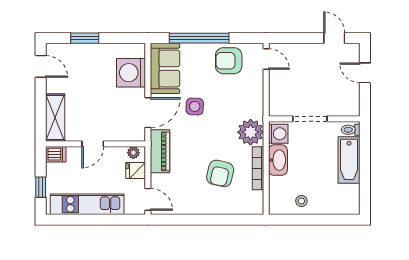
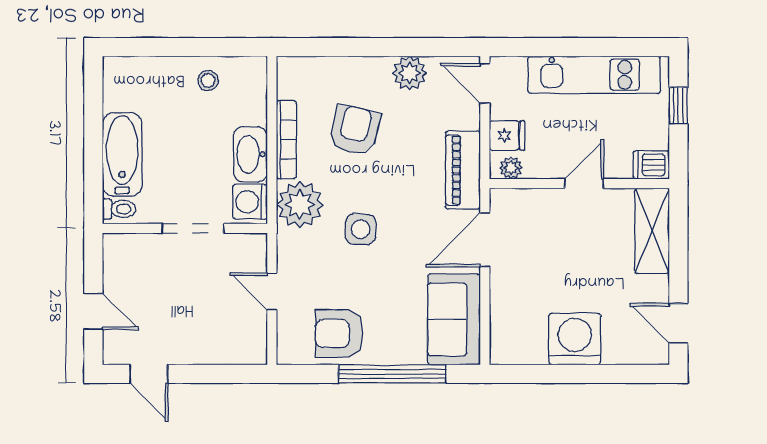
window: (85, 38) -> (599, 374), removed
door: (266, 59) -> (272, 292), moved
armchair: (229, 61) -> (339, 333), turned 180
washing machine: (131, 73) -> (575, 339), moved, turned -90
side table: (195, 107) -> (361, 229), moved
plant: (190, 205) -> (410, 73), added

